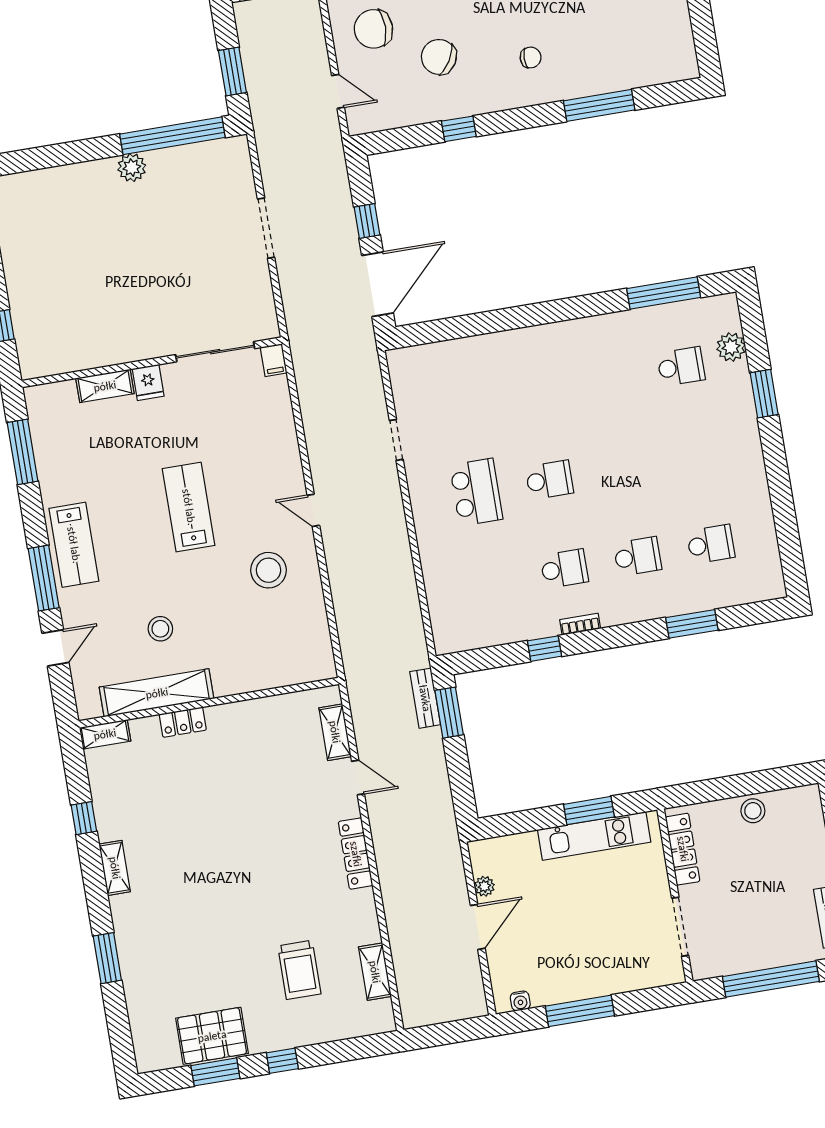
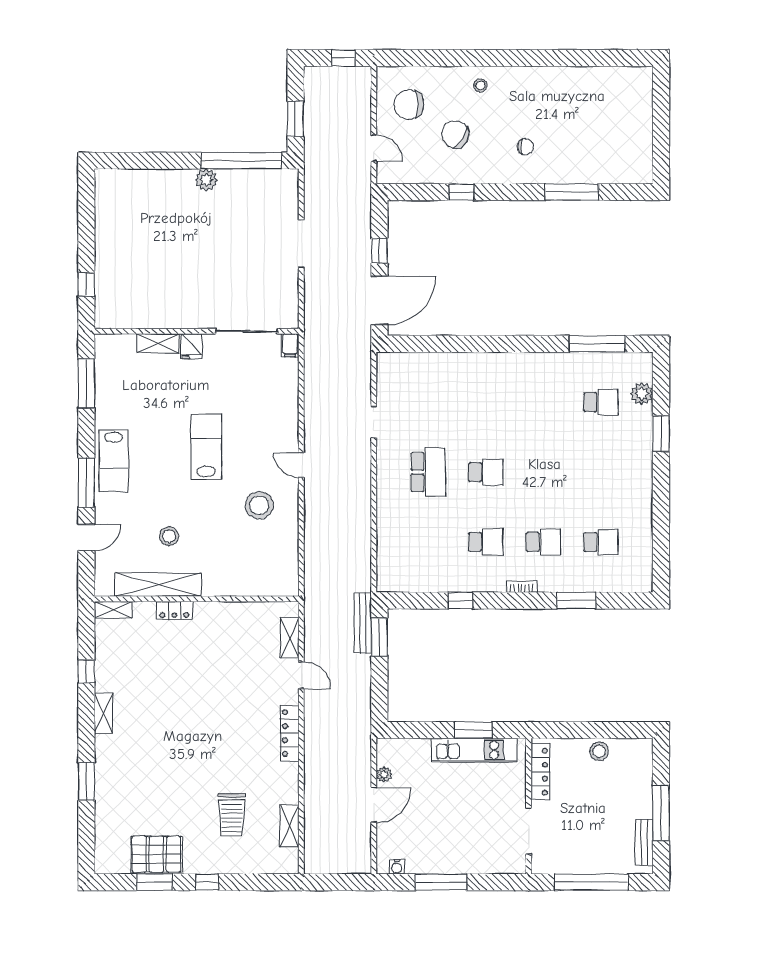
bookcase: (580, 624) -> (522, 586), moved
bench: (425, 698) -> (363, 623), width x1.36

